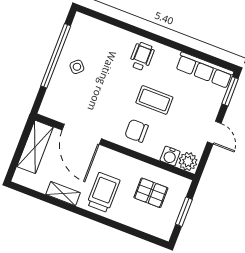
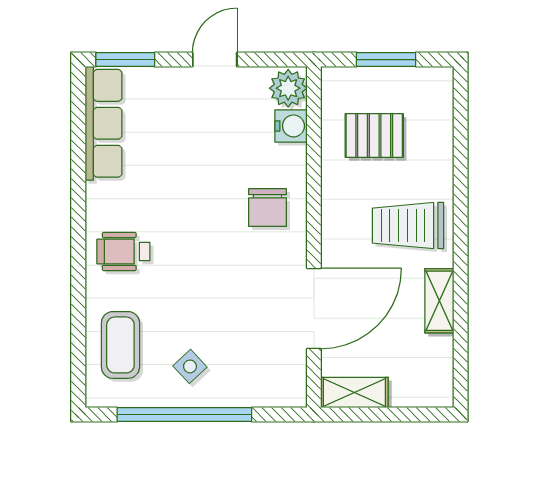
coffee table: (154, 100) -> (120, 345), moved
shelving: (35, 147) -> (354, 393), width x0.67, depth x0.75
pallet: (151, 193) -> (374, 136), turned 90

